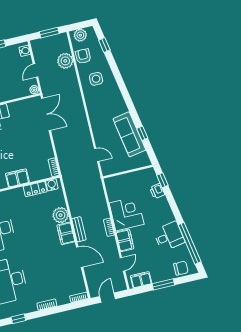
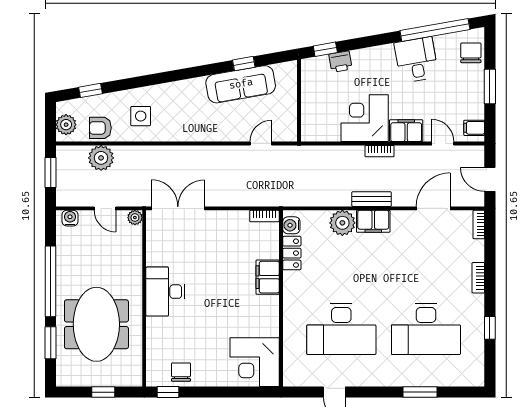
door: (80, 257) -> (433, 208), moved
filing cabinet: (141, 280) -> (474, 128), width x0.50

